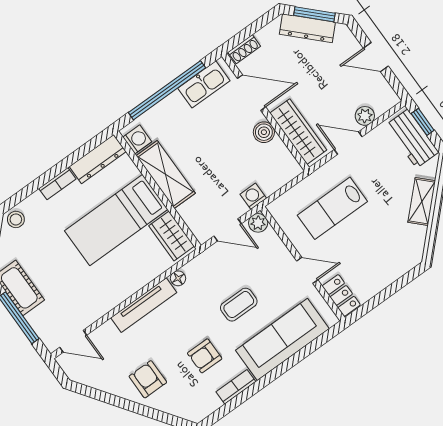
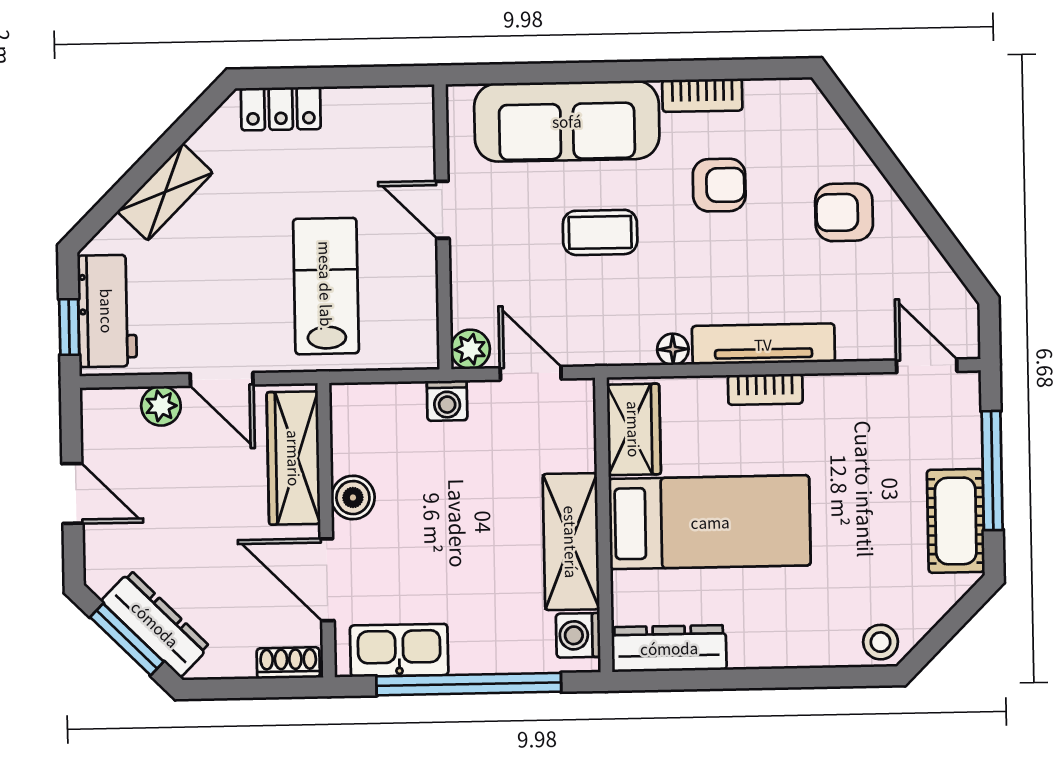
bookcase: (57, 184) -> (765, 389), moved, turned 180
lab bench: (332, 208) -> (326, 286), turned -90
locker: (341, 295) -> (281, 109), moved, turned -90
armchair: (148, 379) -> (844, 212), turned 90

